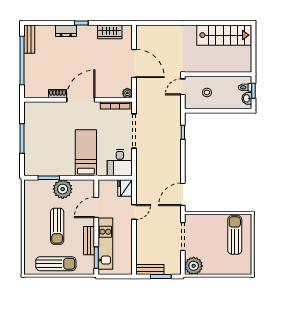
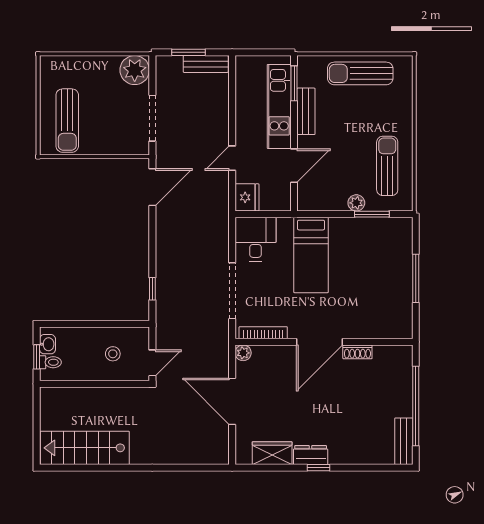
dresser: (66, 31) -> (311, 455), moved
plant: (63, 189) -> (356, 203), width x0.53, depth x0.53
sun lounger: (57, 226) -> (387, 166), moved

